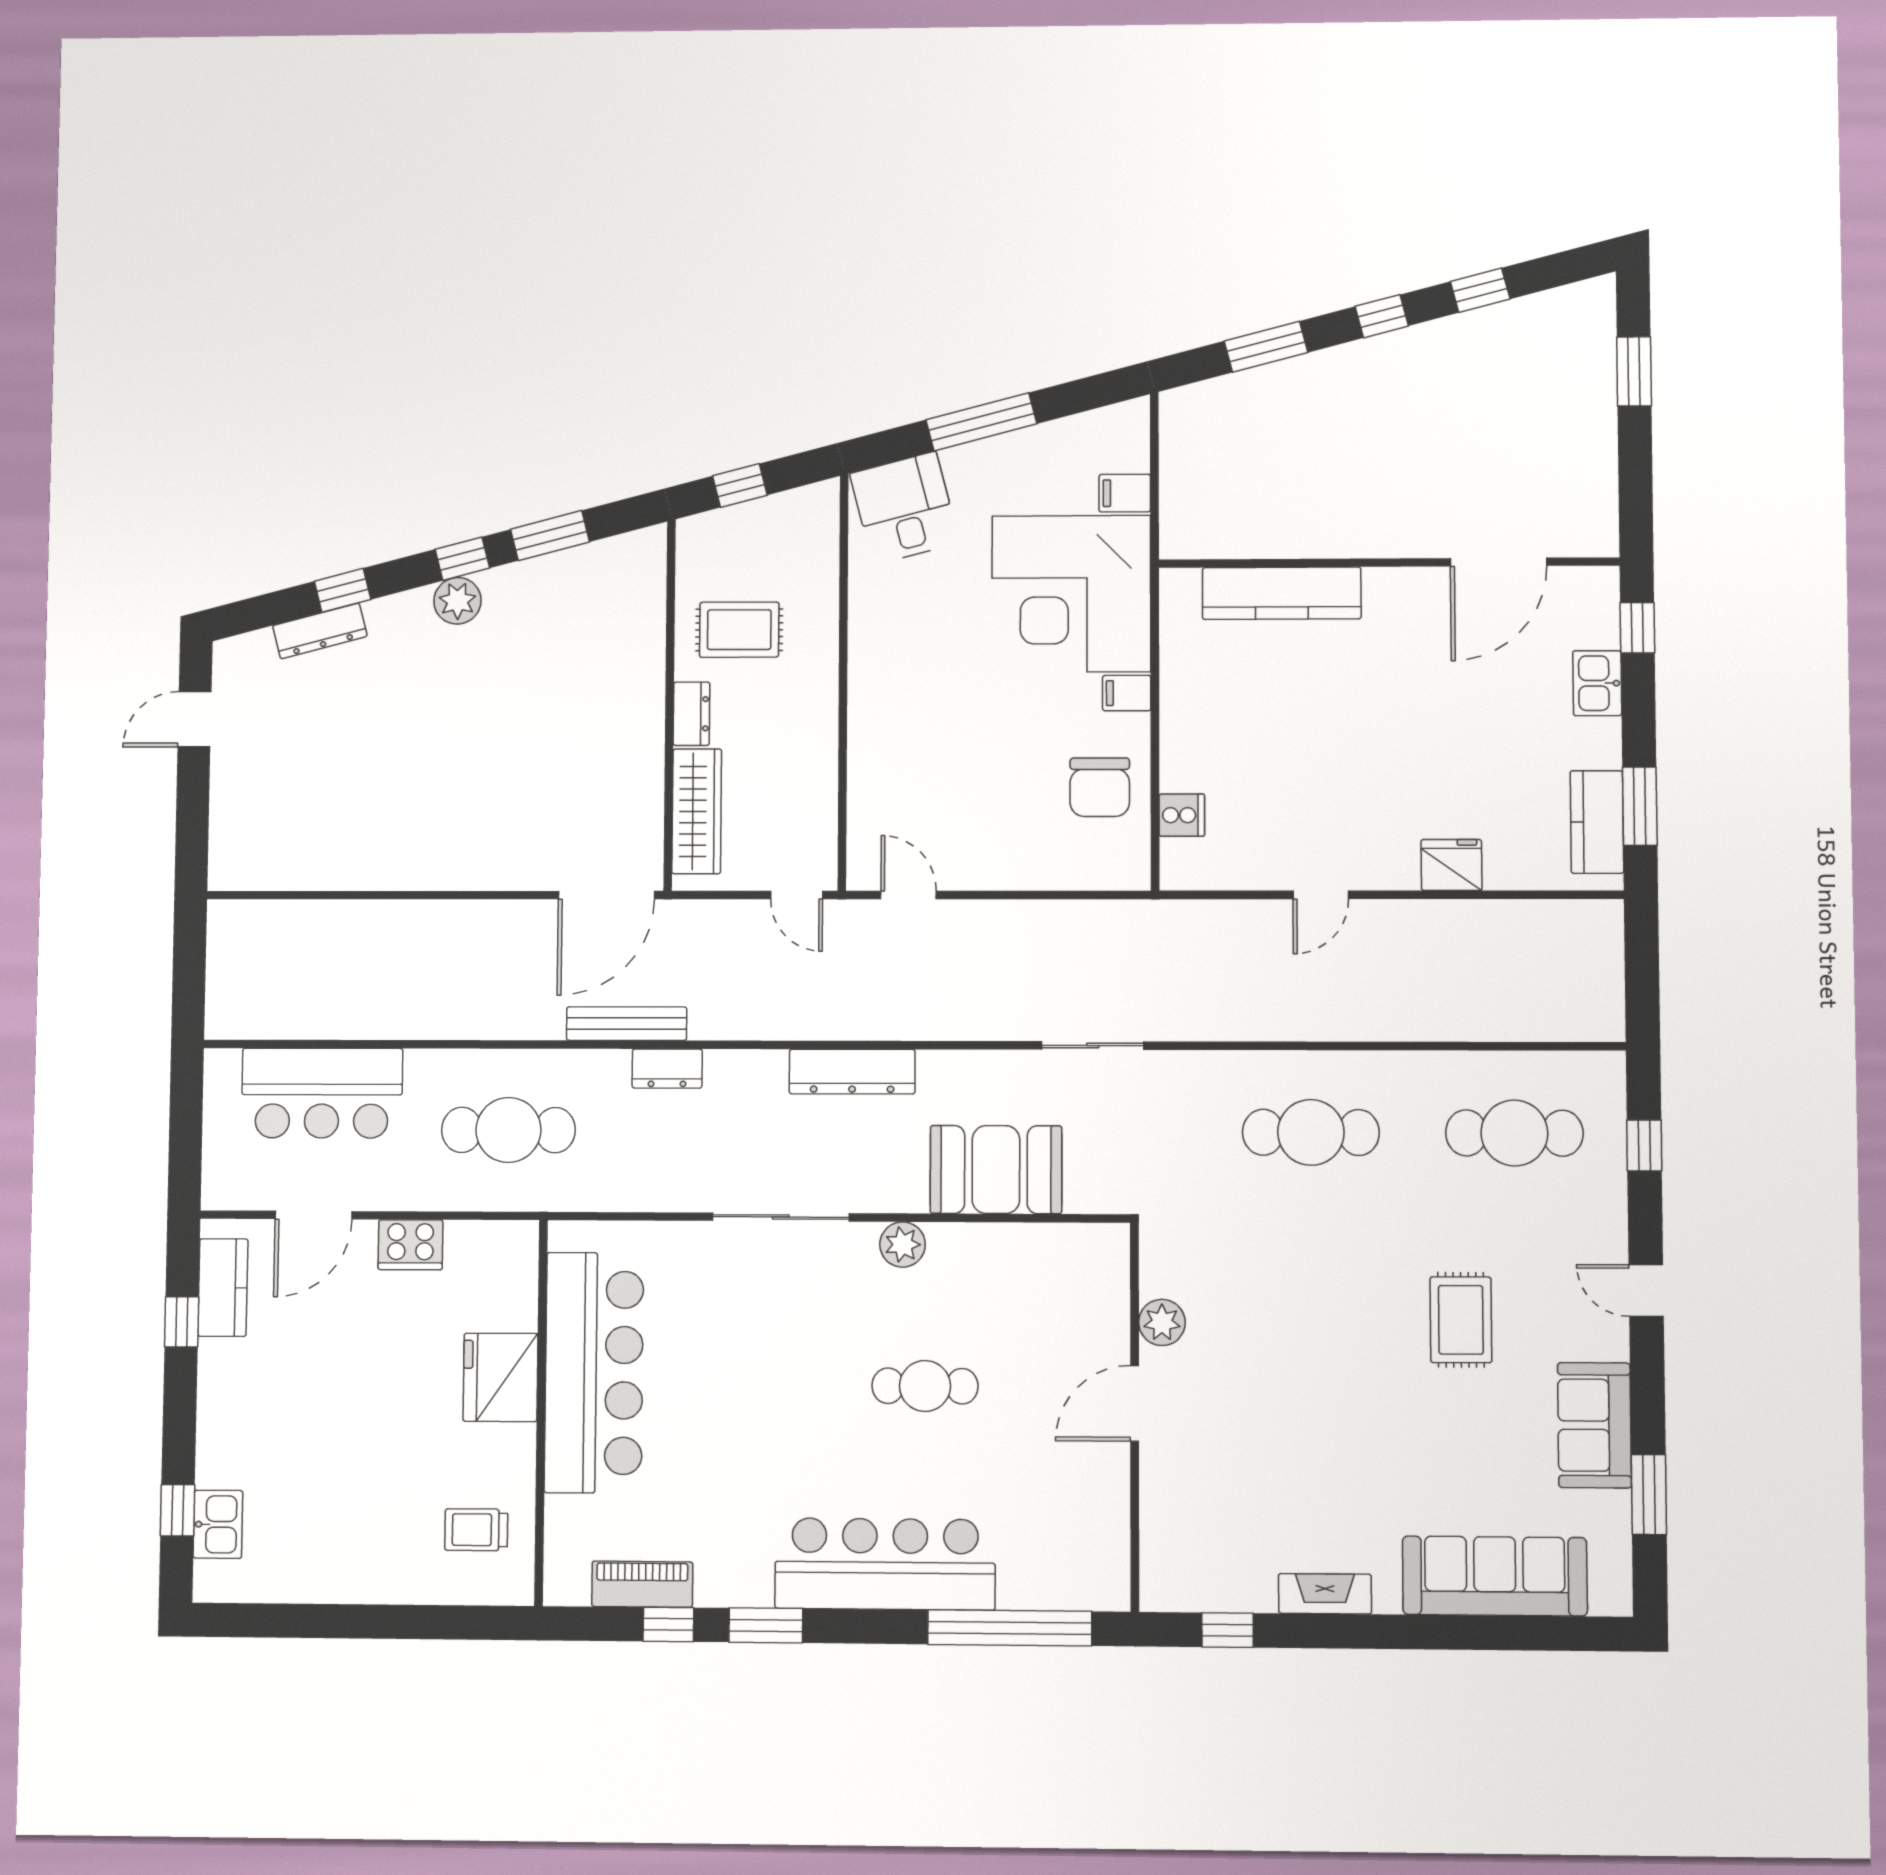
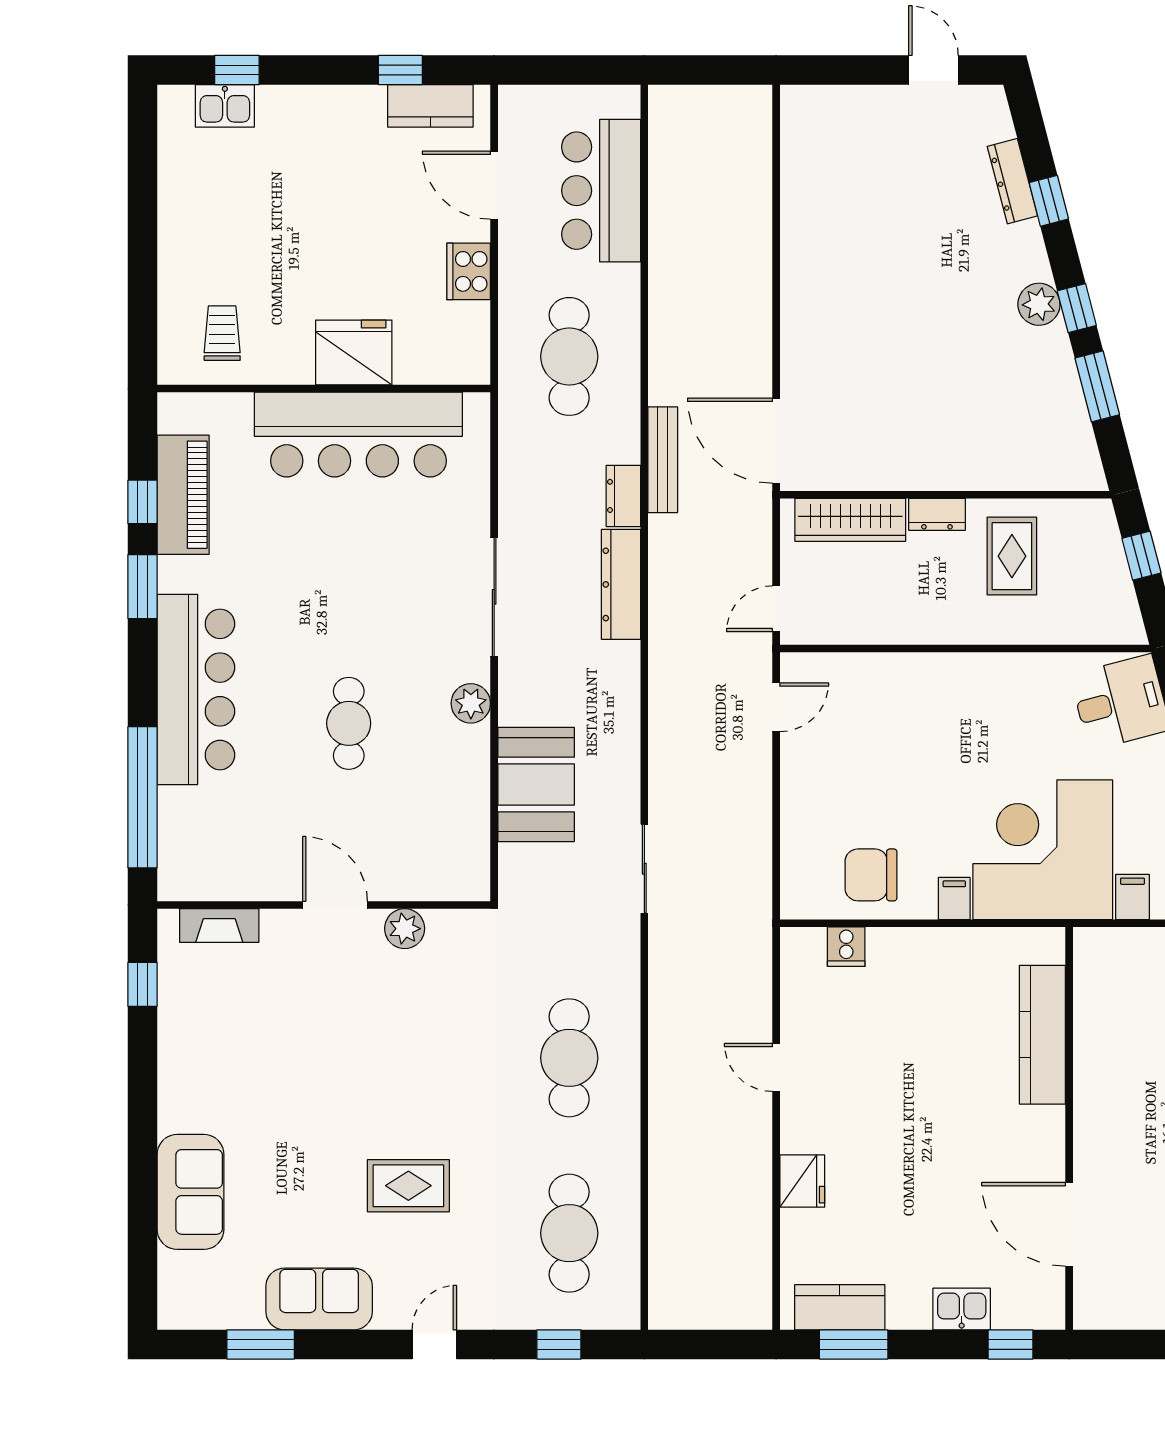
dresser: (852, 1072) -> (621, 584), moved
sofa: (1495, 1576) -> (190, 1192), width x0.73
piano: (642, 1584) -> (183, 495), width x1.37, depth x1.33
fireplace: (1325, 1594) -> (219, 925), moved, turned 90

